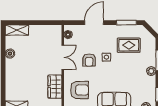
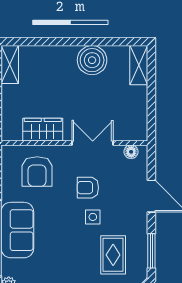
boiler: (10, 54) -> (92, 60), width x1.86, depth x1.86
double door: (63, 57) -> (93, 143), swing flipped

